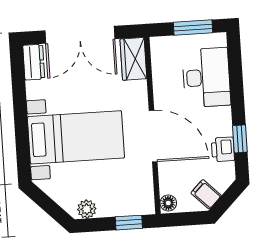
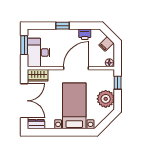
desk: (206, 77) -> (39, 53), moved, turned -90
window: (240, 139) -> (62, 26), moved
plant: (87, 209) -> (106, 99), width x1.88, depth x1.88

